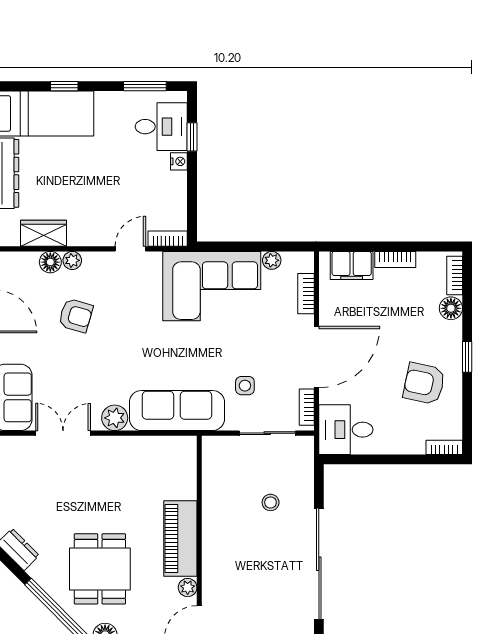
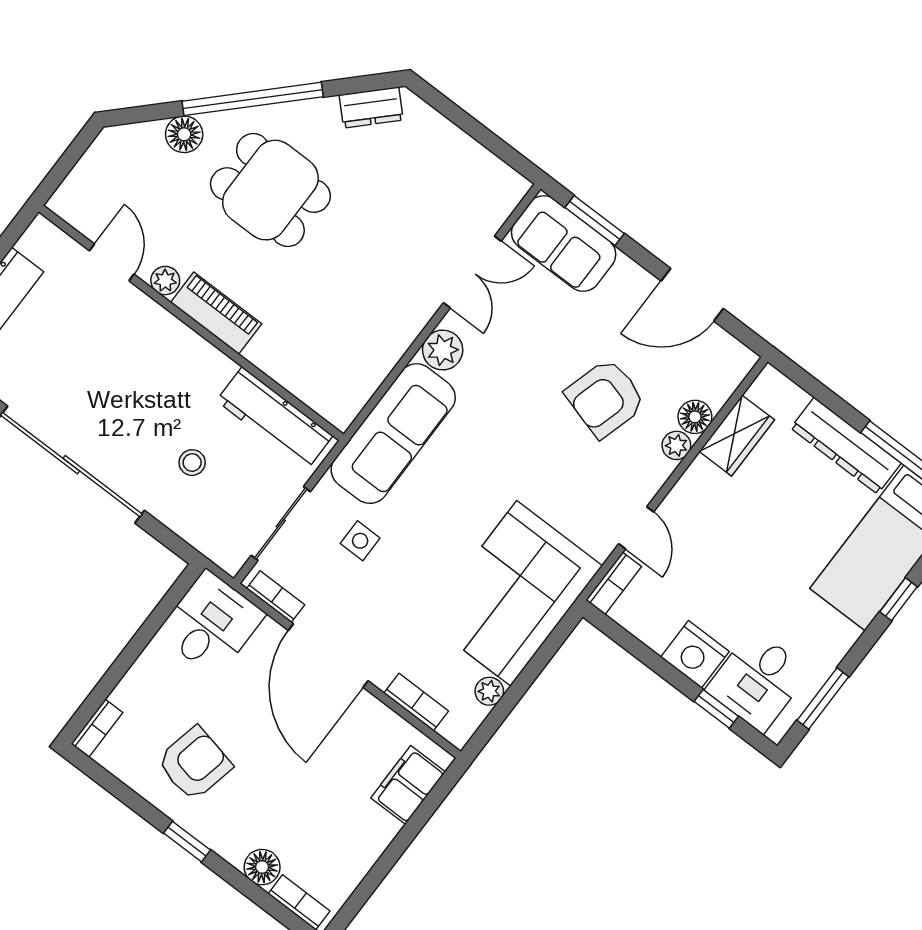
nightstand: (179, 161) -> (695, 654), width x1.89, depth x1.79
bookcase: (395, 259) -> (374, 844), removed
armchair: (76, 315) -> (605, 398), width x1.38, depth x1.38
workbench: (215, 477) -> (275, 418), added
piano: (180, 538) -> (216, 313), width x0.73, depth x0.75

